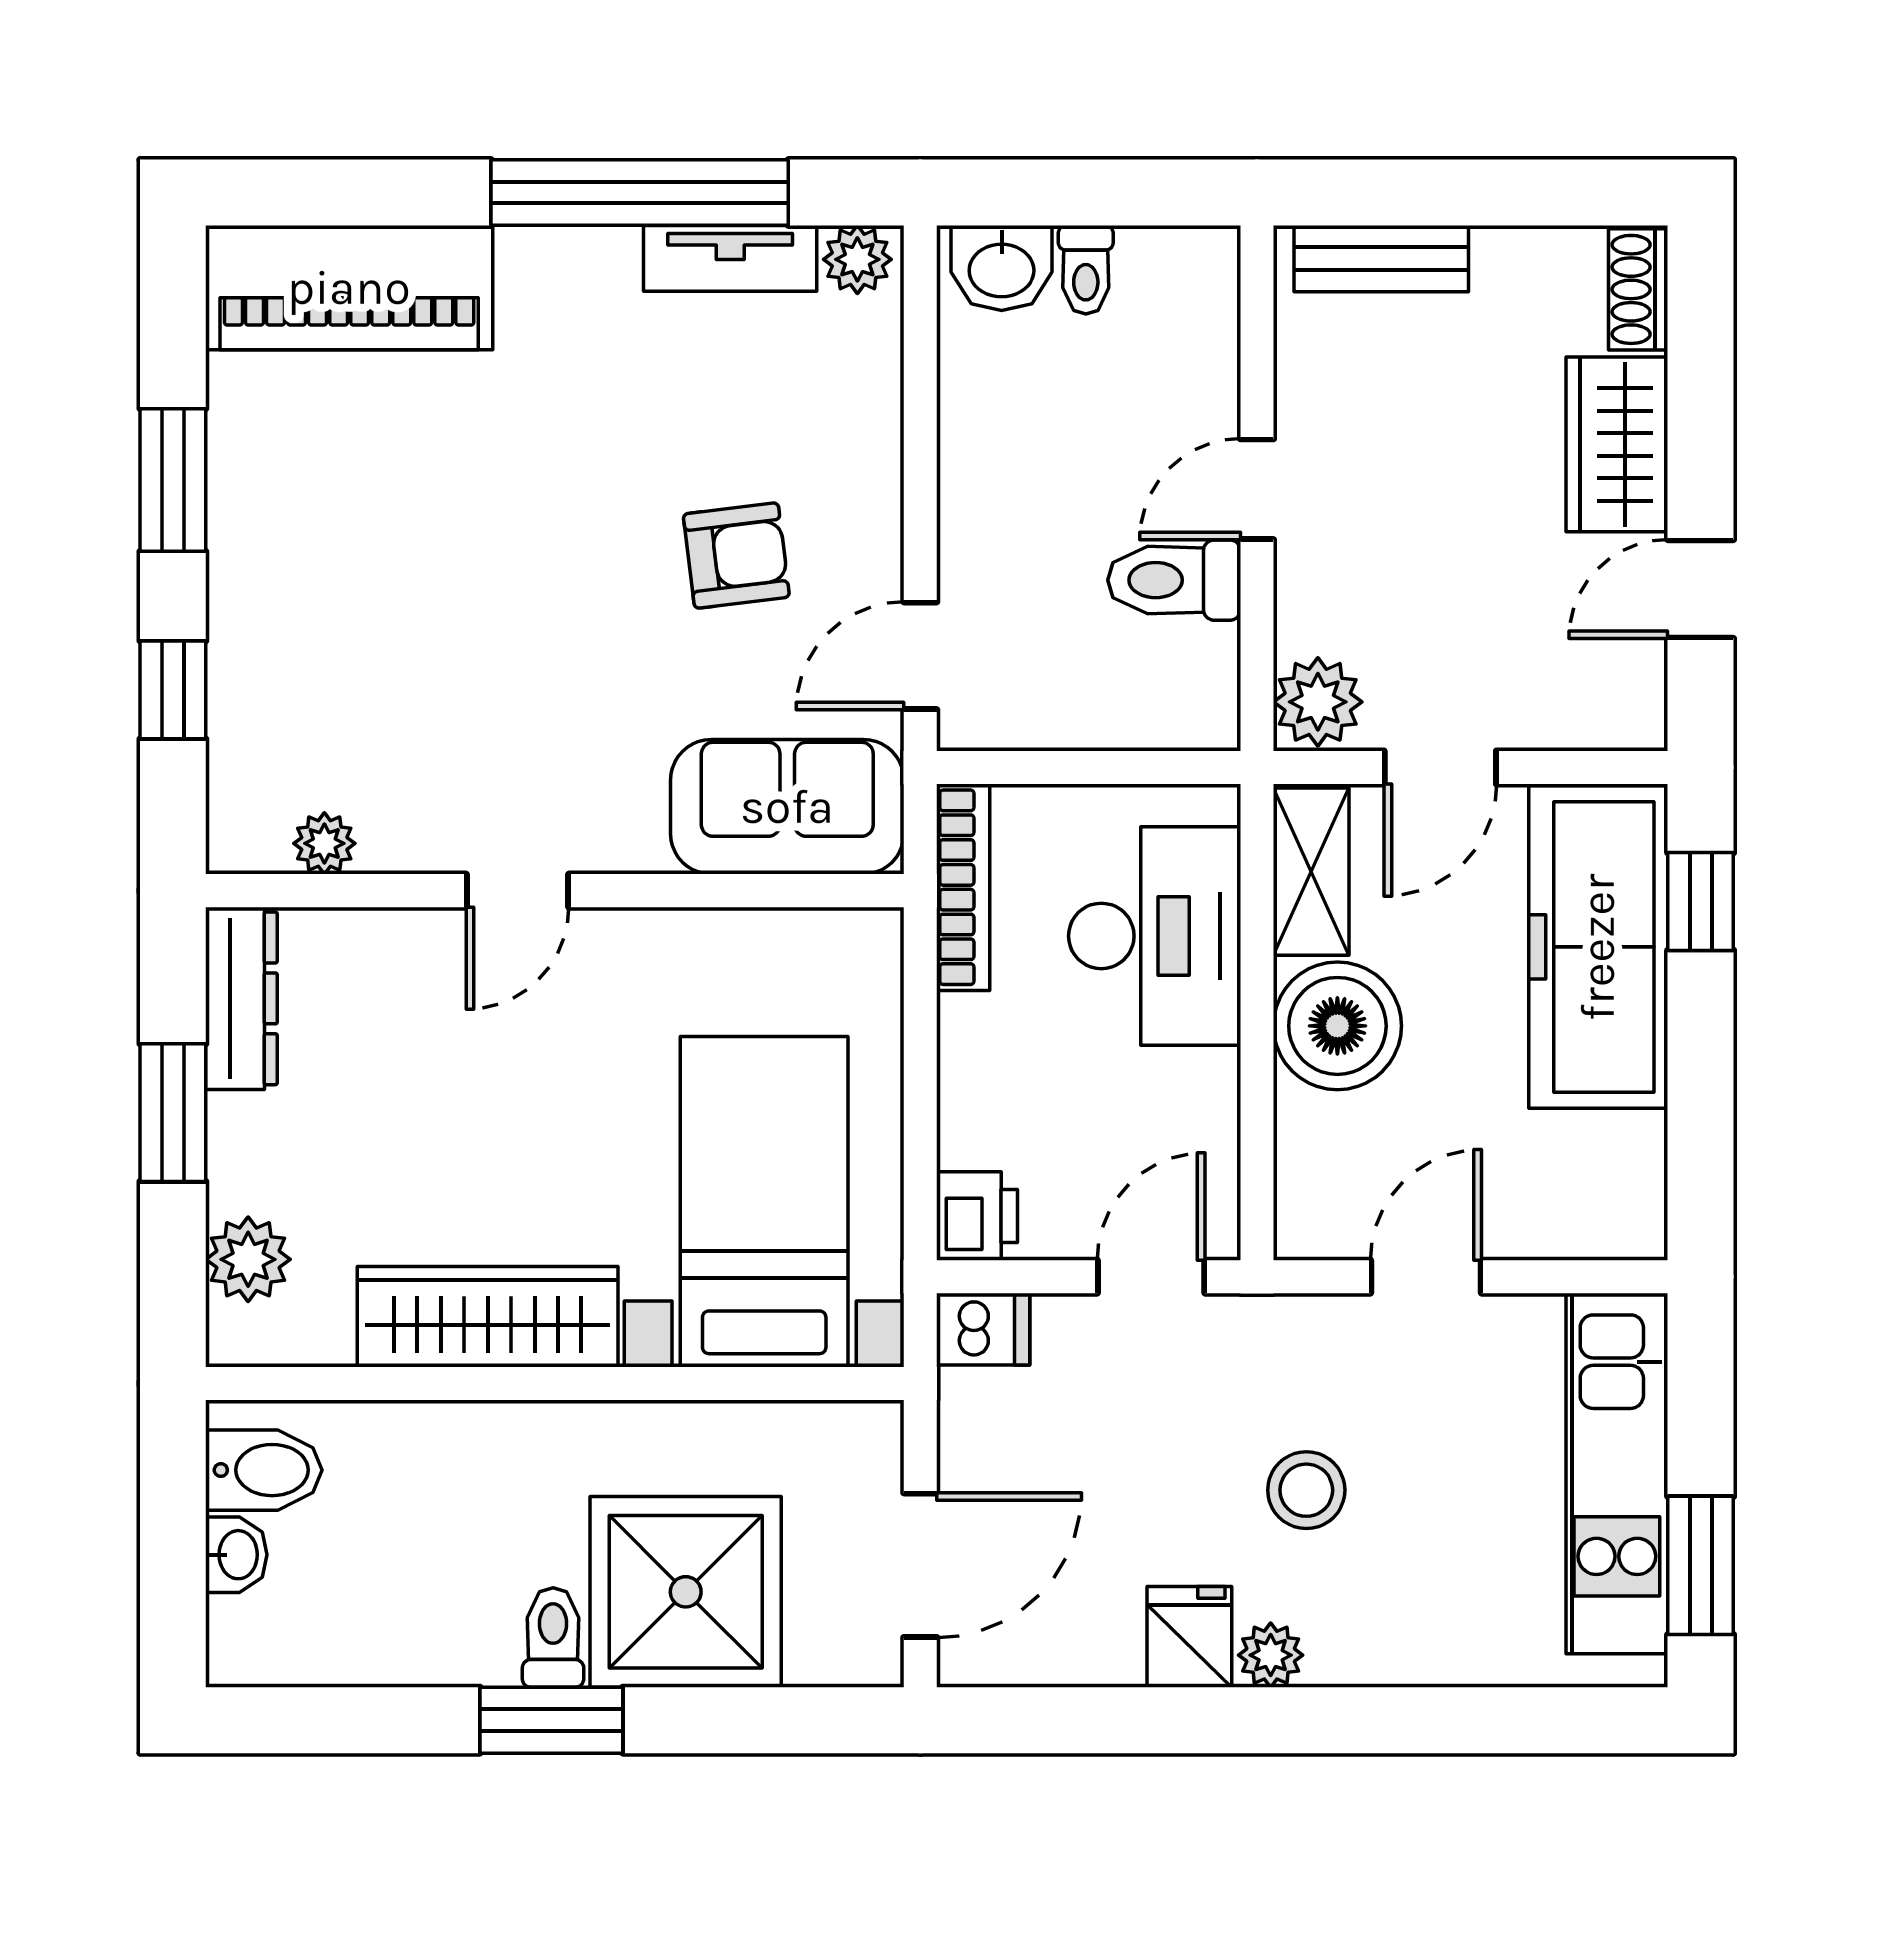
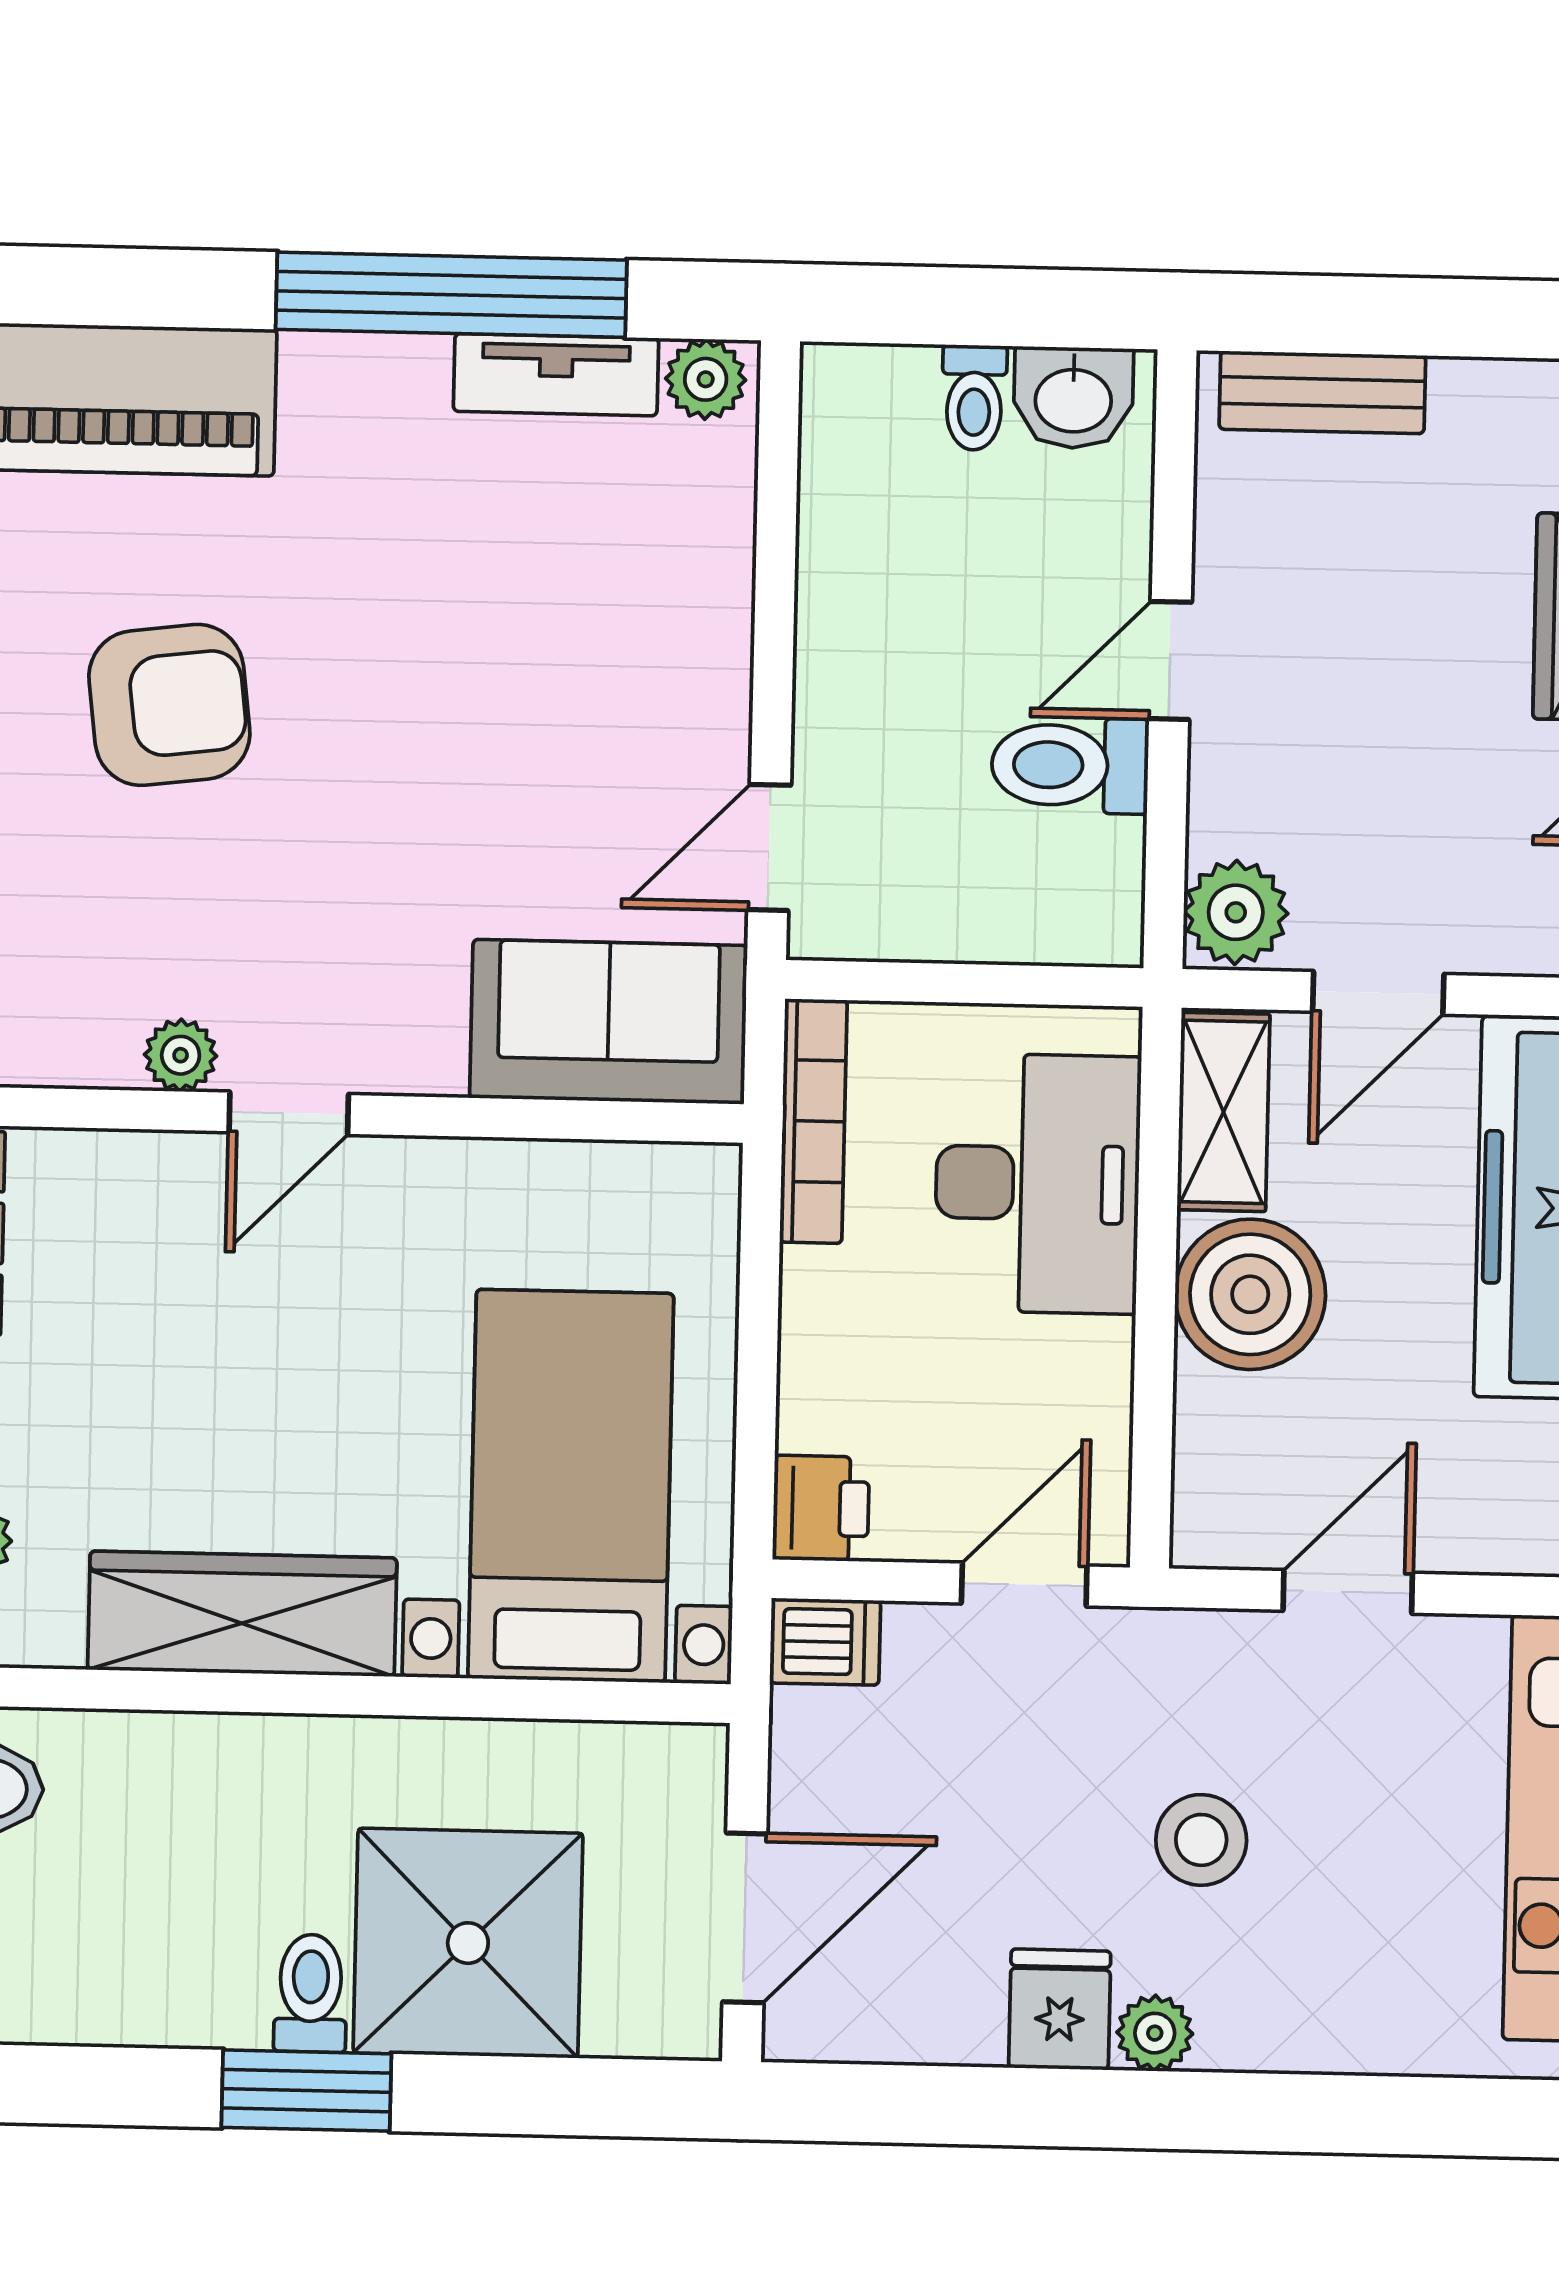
washbasin: (1002, 268) -> (1073, 398), moved
armchair: (736, 556) -> (169, 705), moved, width x1.38, depth x1.38
plant: (324, 843) -> (181, 1055), moved

